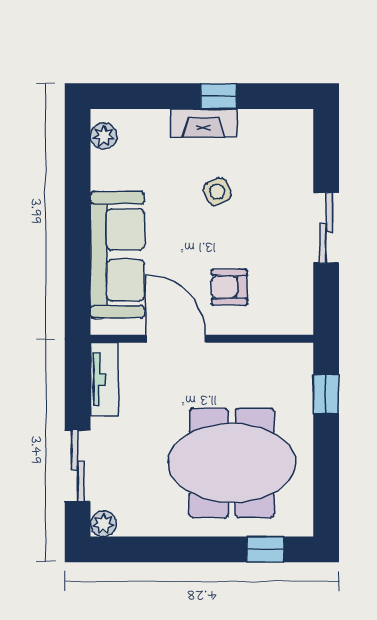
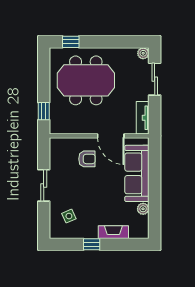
fireplace: (204, 123) -> (113, 232), moved
plant: (104, 136) -> (143, 209), moved
side table: (217, 191) -> (69, 216), moved

